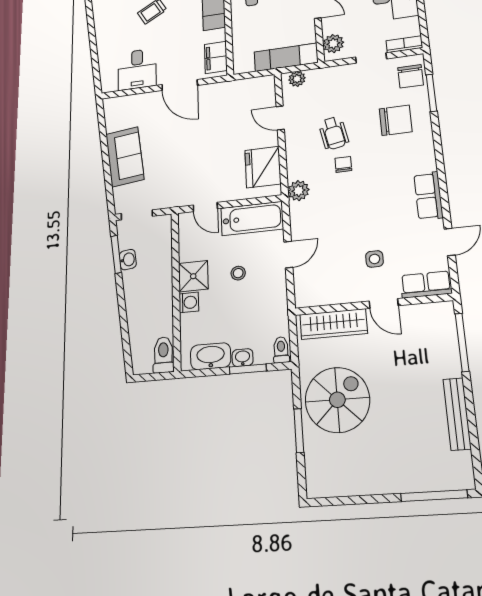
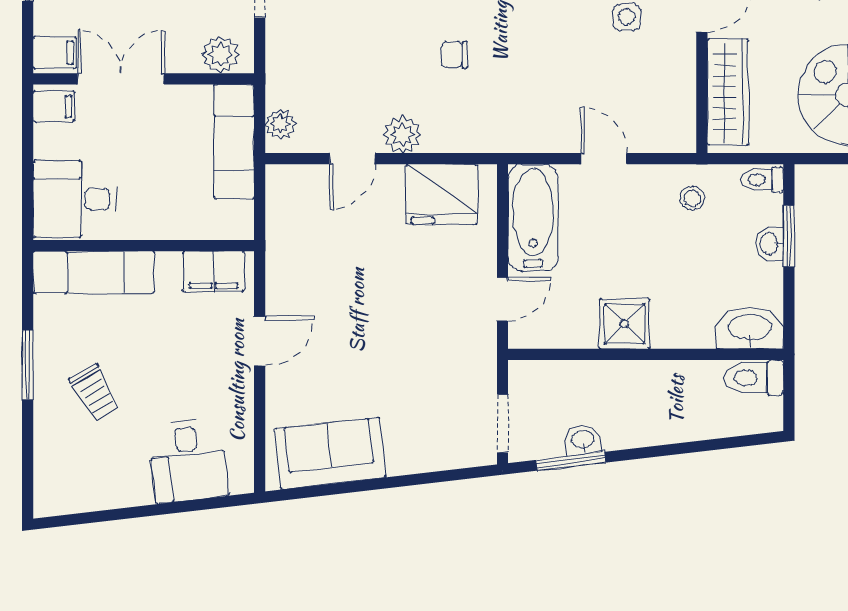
desk: (137, 69) -> (188, 461), moved, turned 83
door: (180, 85) -> (260, 341), width x0.73
wheelchair: (334, 133) -> (394, 67), removed
sofa: (125, 157) -> (330, 453), moved
plant: (298, 191) -> (402, 135), moved
stool: (238, 273) -> (692, 198), moved
washing machine: (189, 302) -> (669, 332), removed
washbasin: (211, 356) -> (750, 328), moved, turned 90

